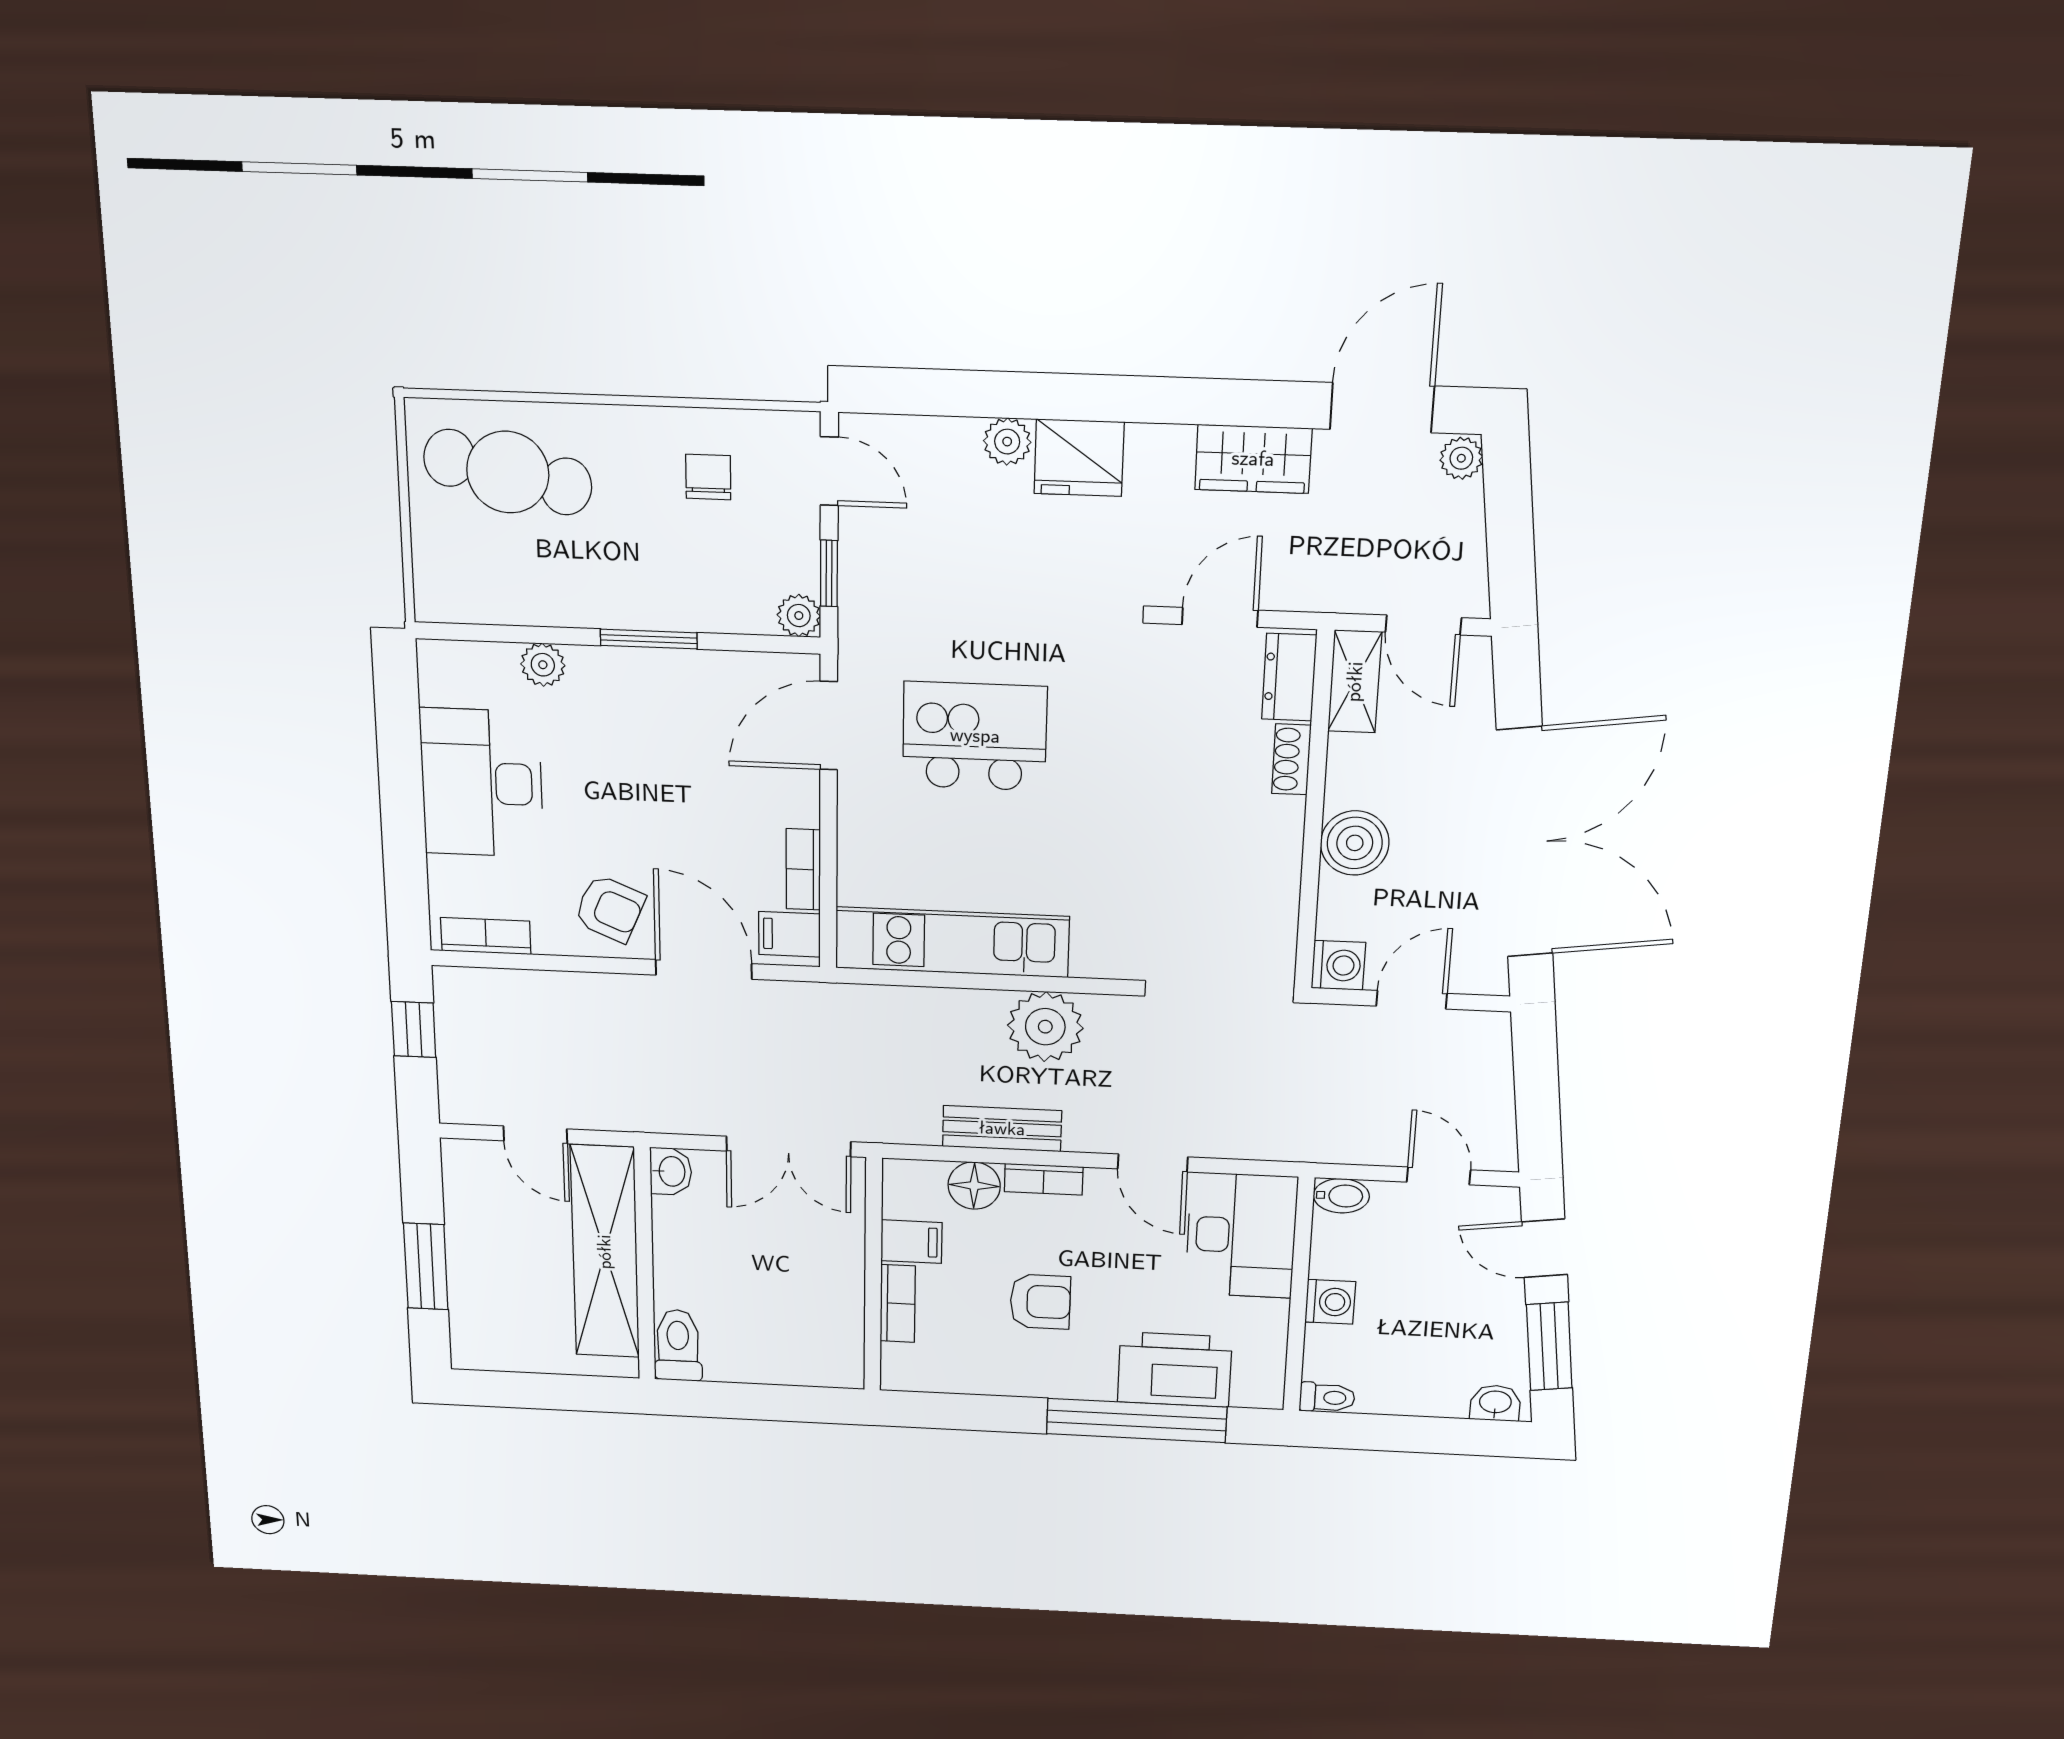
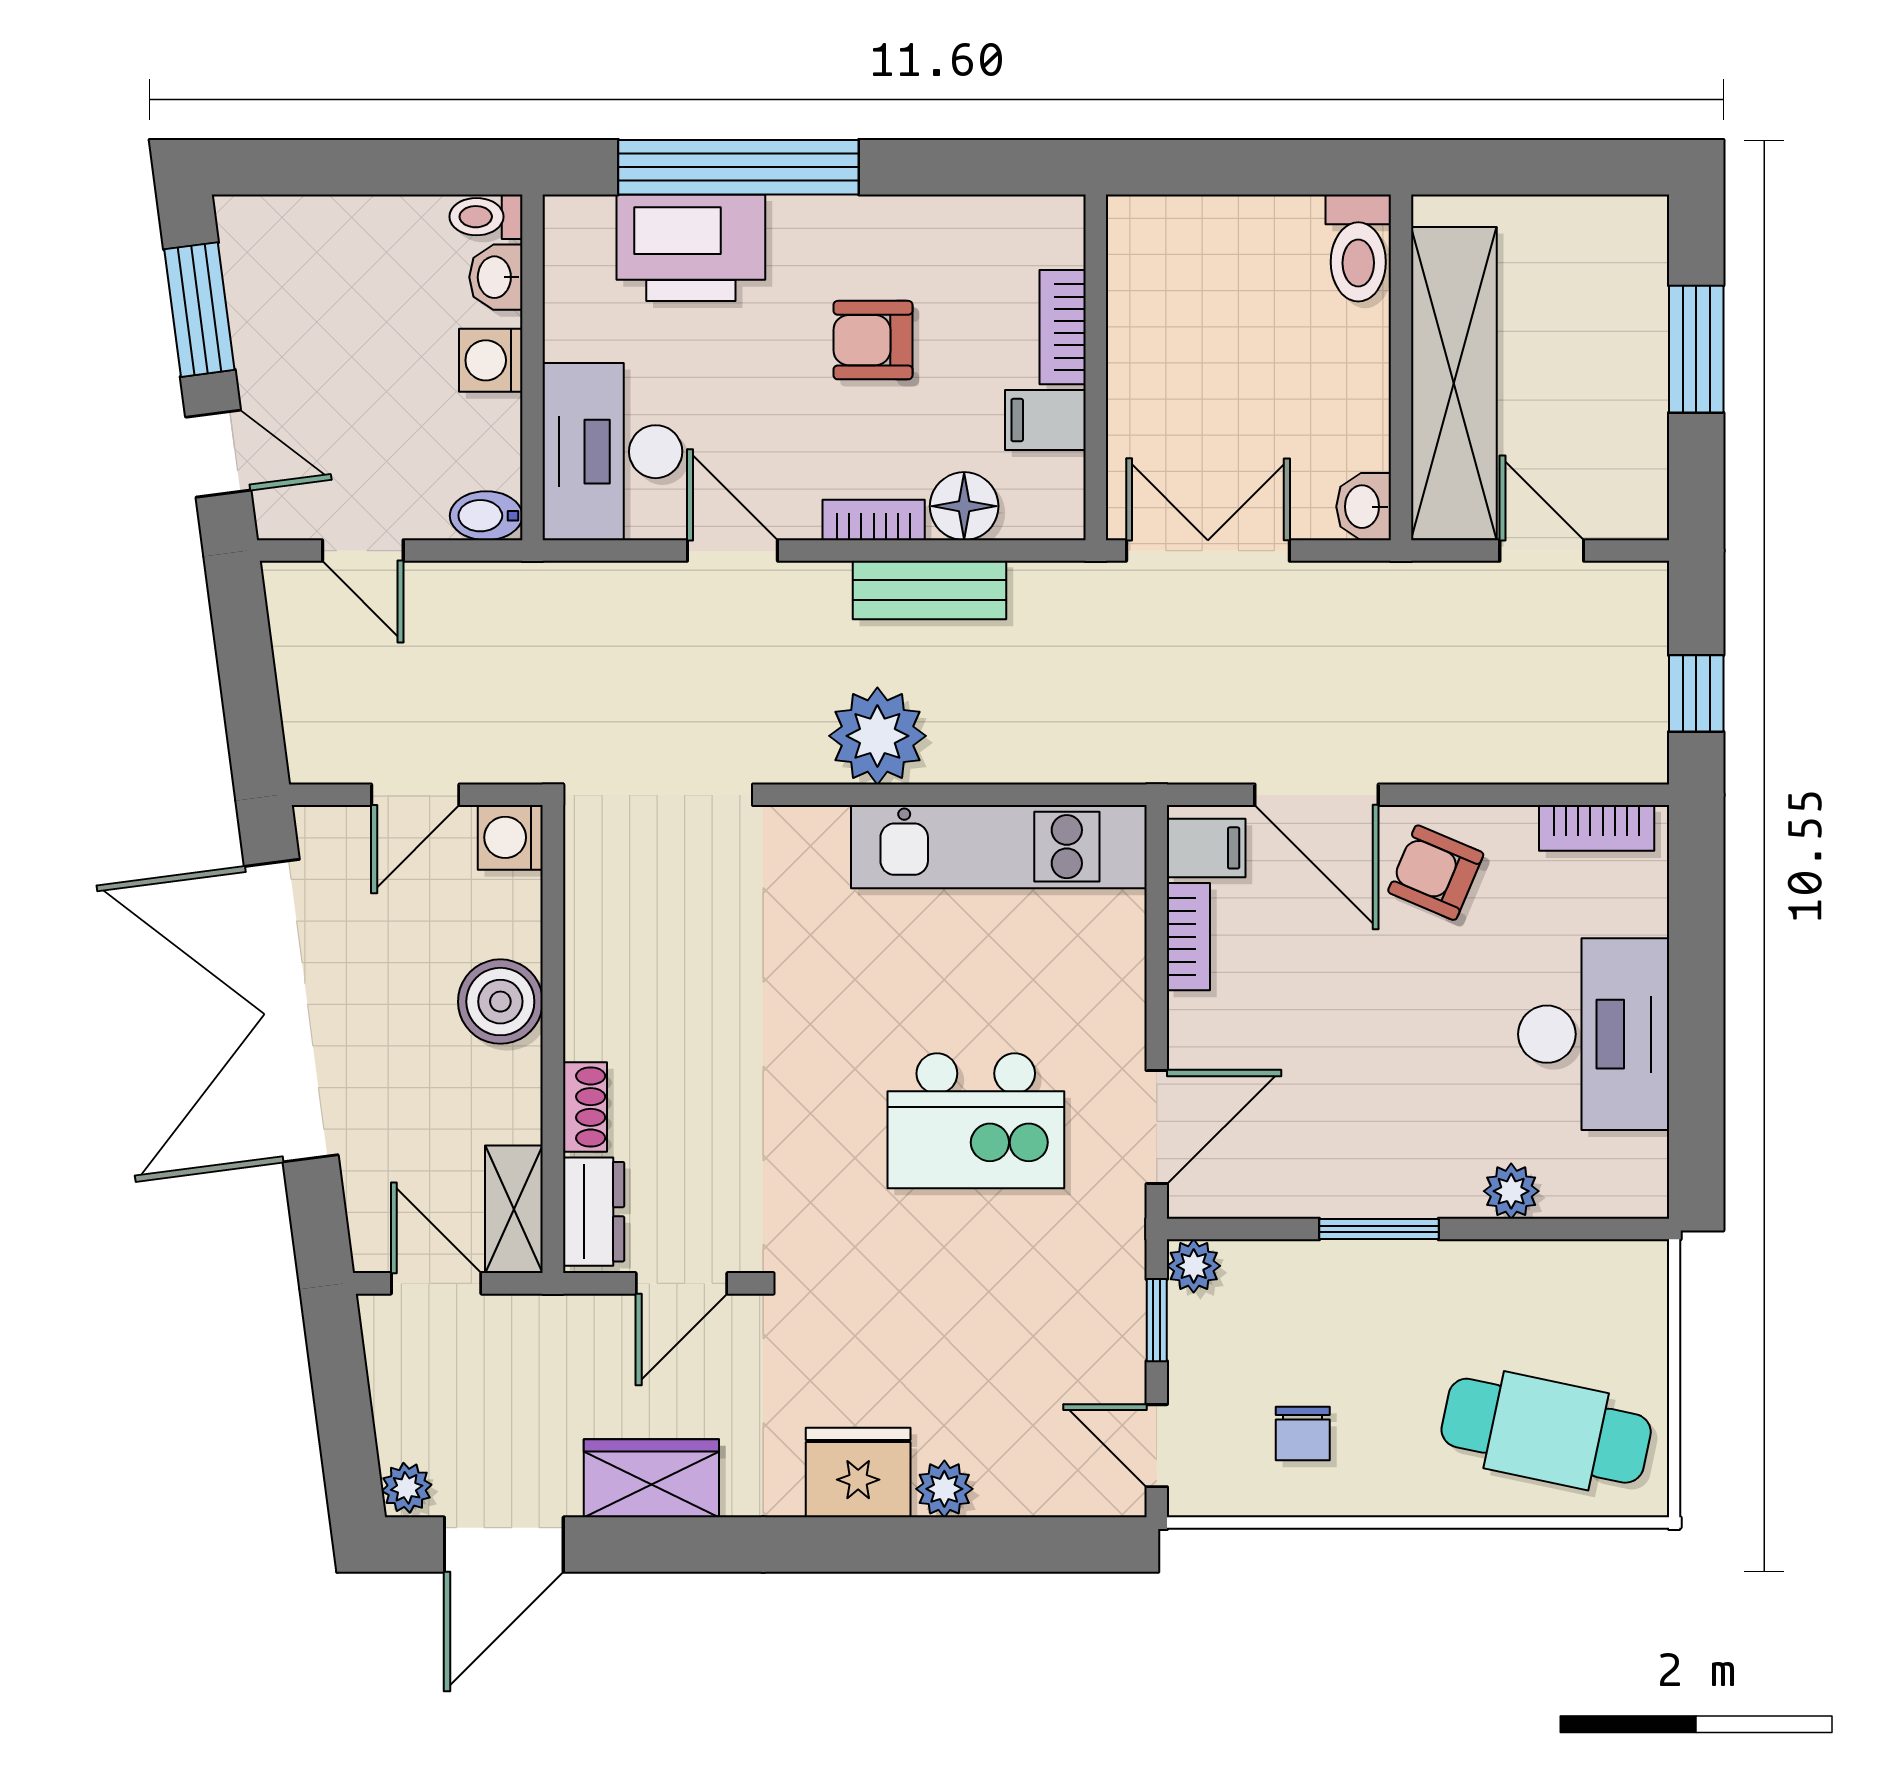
washbasin: (1495, 1403) -> (496, 277), moved, turned 90

